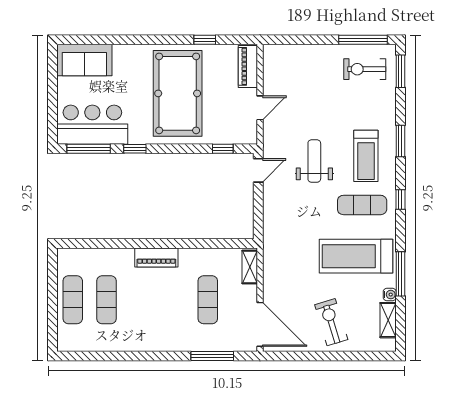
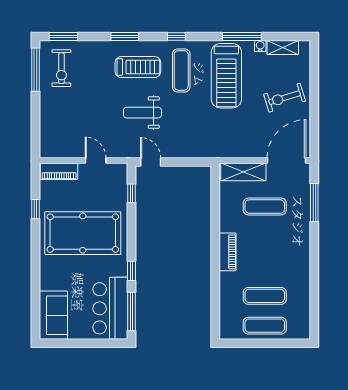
shelving: (250, 267) -> (243, 172), width x1.50, depth x1.33

